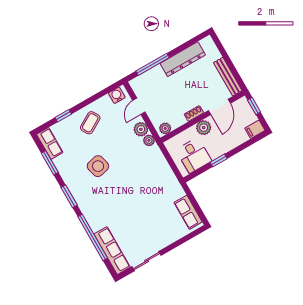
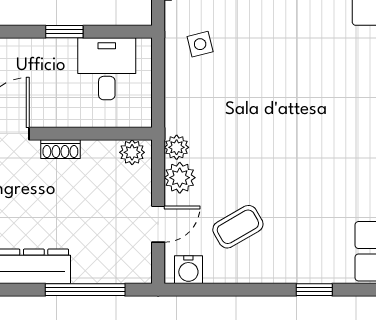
coffee table: (90, 123) -> (238, 227), moved
plant: (204, 128) -> (57, 111), removed
side table: (98, 166) -> (200, 44), moved, width x0.54, depth x0.54

